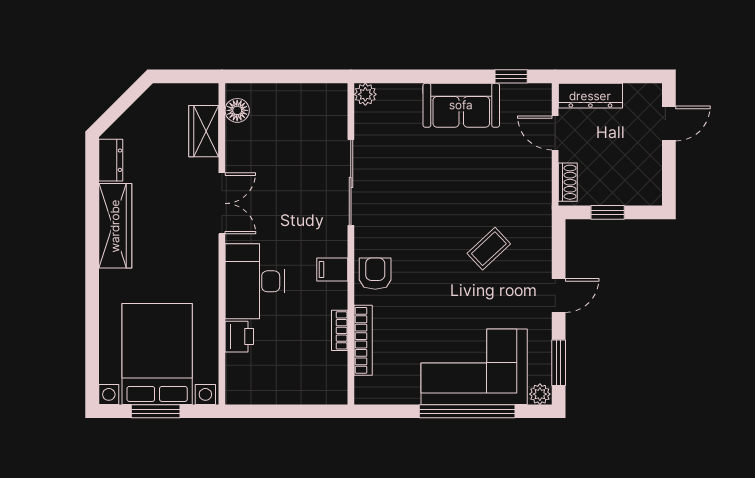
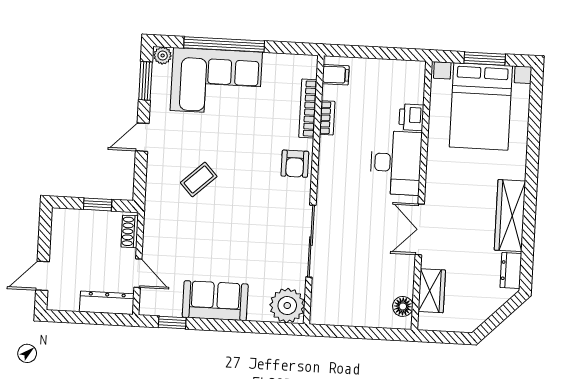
plant: (365, 94) -> (287, 306), width x1.87, depth x1.87
filing cabinet: (332, 270) -> (336, 75), moved

